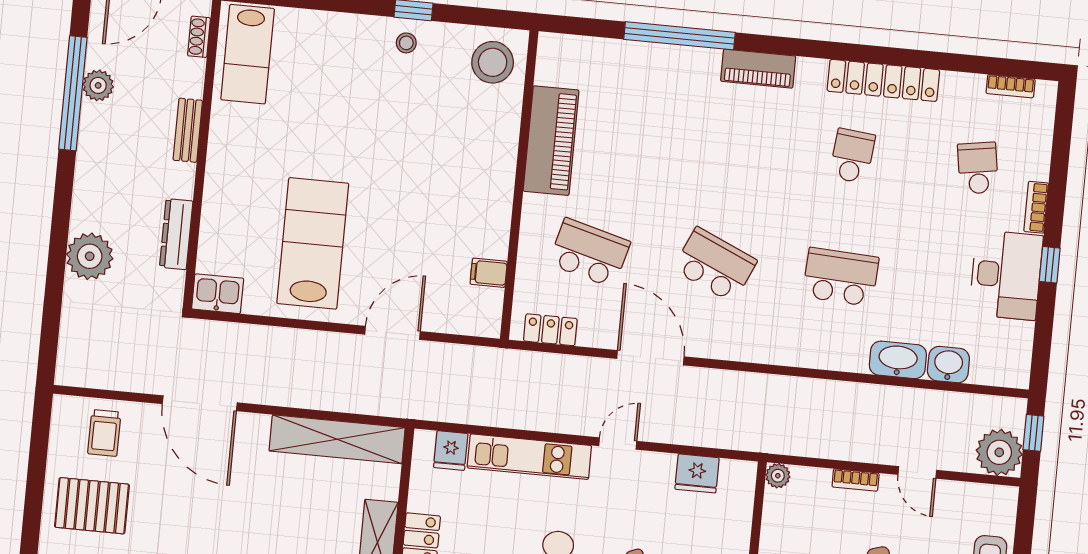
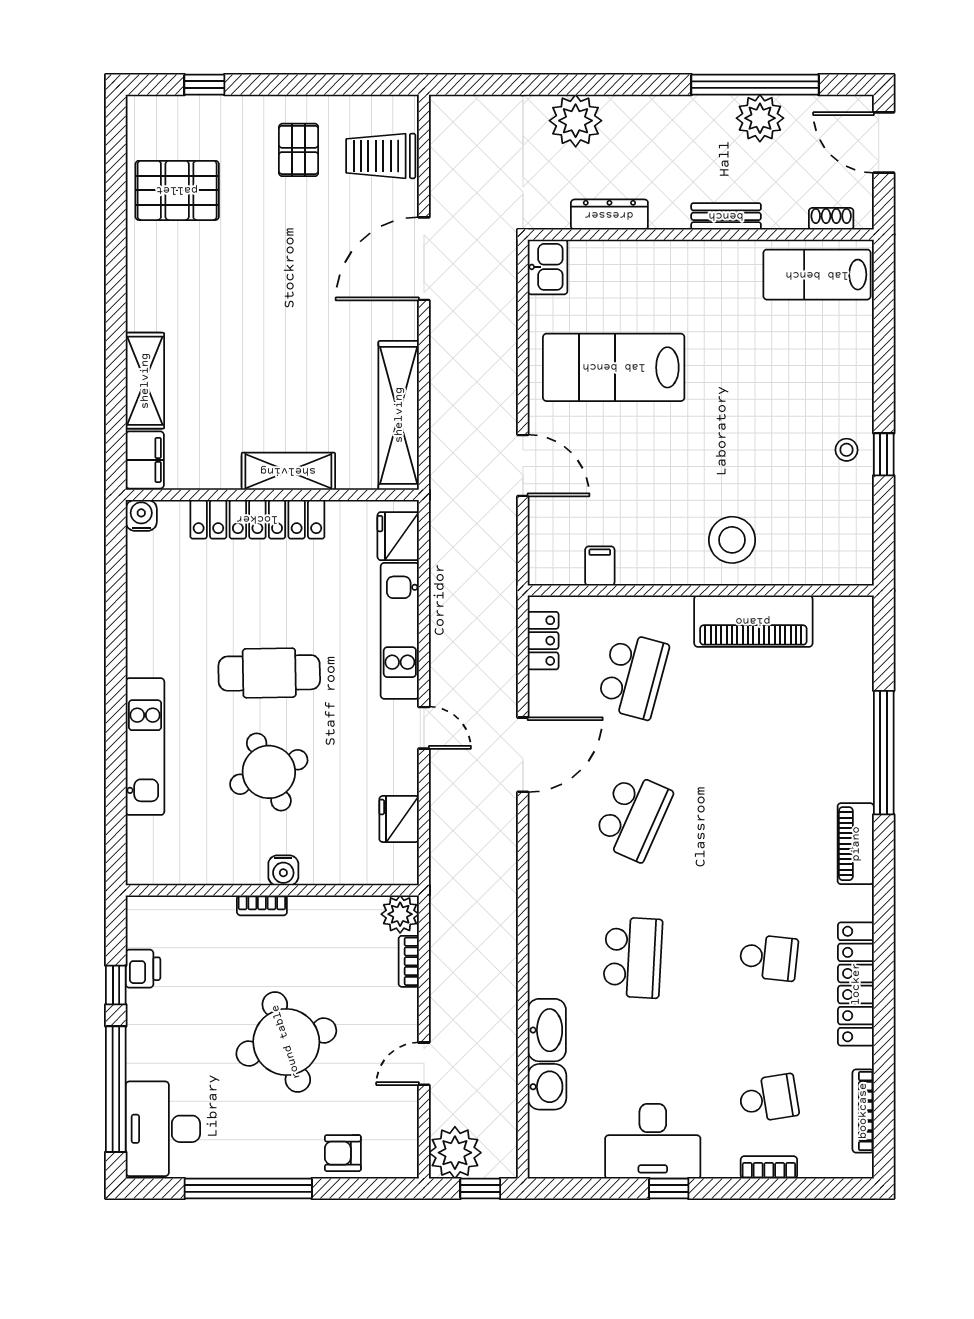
stool: (493, 62) -> (732, 540), moved
plant: (98, 85) -> (760, 118), width x1.36, depth x1.36
bookcase: (1011, 86) -> (863, 1111), width x1.56
bookcase: (1036, 207) -> (769, 1167), moved
lab bench: (313, 243) -> (614, 367), turned 180
trolley: (104, 433) -> (381, 156), width x1.36, depth x1.39
fridge: (451, 451) -> (398, 536), width x1.38
plant: (778, 476) -> (400, 914), width x1.38, depth x1.38
bookcase: (856, 480) -> (409, 961), moved
pallet: (92, 506) -> (299, 150), width x0.67, depth x0.71

